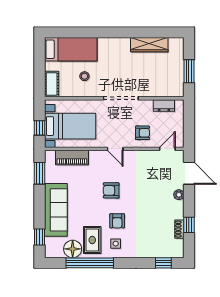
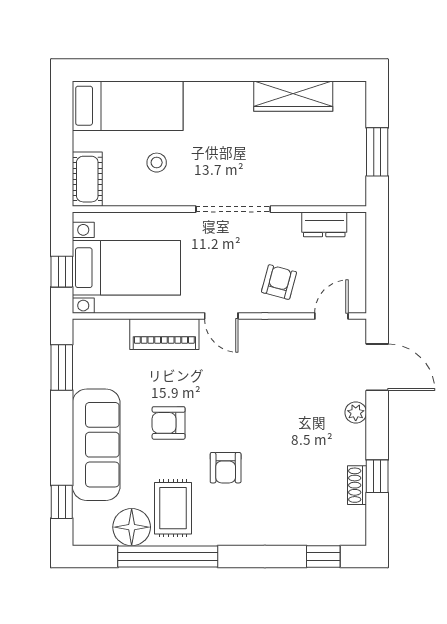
armchair: (142, 133) -> (279, 282), turned -75
piano: (72, 158) -> (164, 334), moved
armchair: (111, 190) -> (169, 423), moved
side table: (116, 244) -> (222, 516), removed

